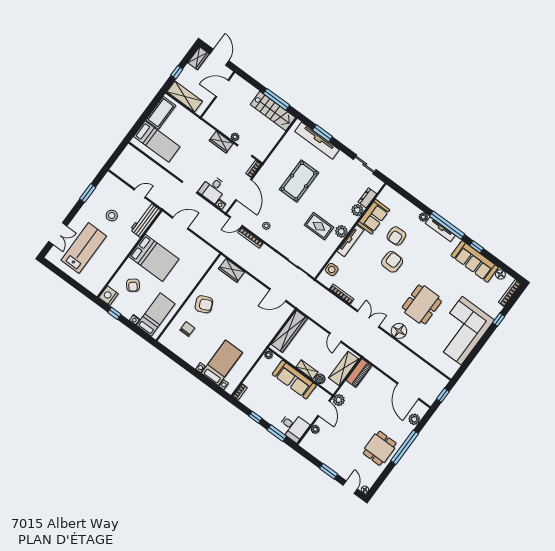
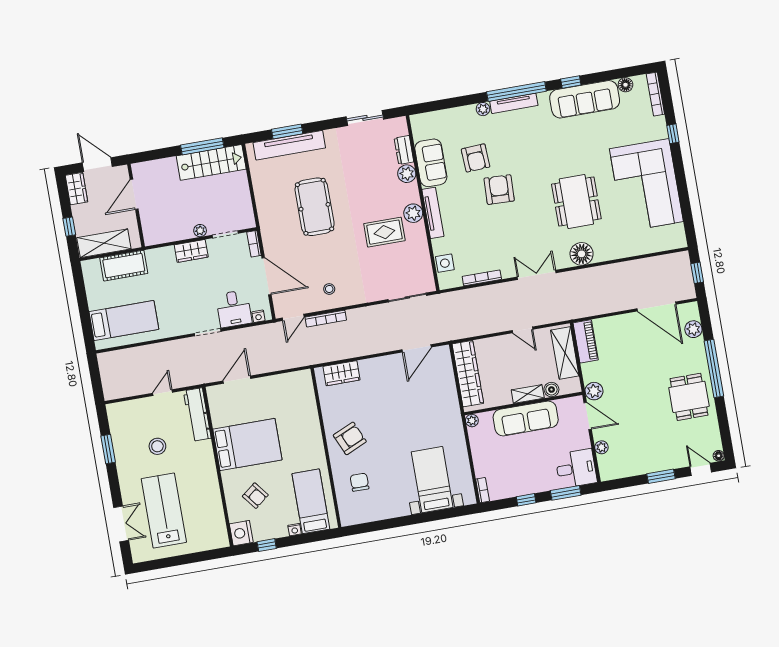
cot: (161, 113) -> (124, 266), moved, turned 90

